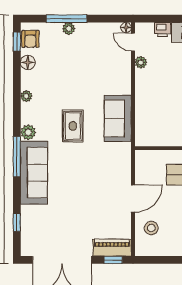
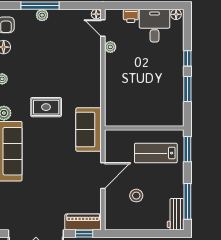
sofa: (118, 118) -> (89, 130), moved
rug: (73, 126) -> (46, 107), turned 90
stool: (151, 228) -> (136, 196), moved

